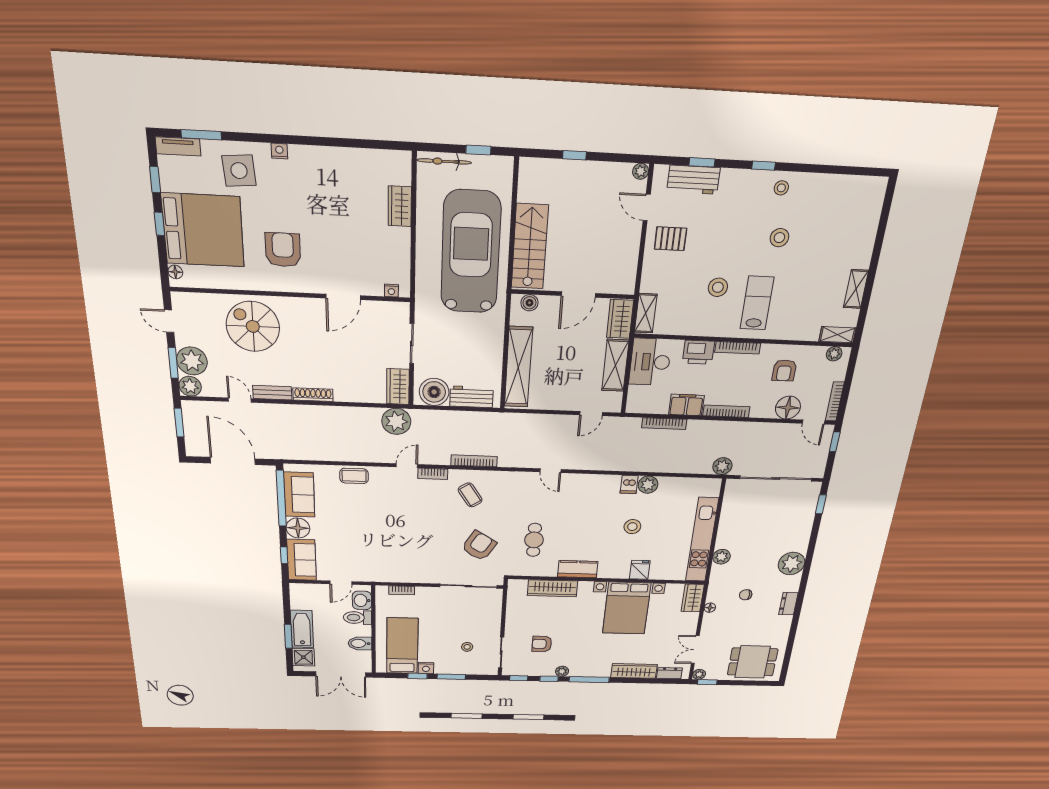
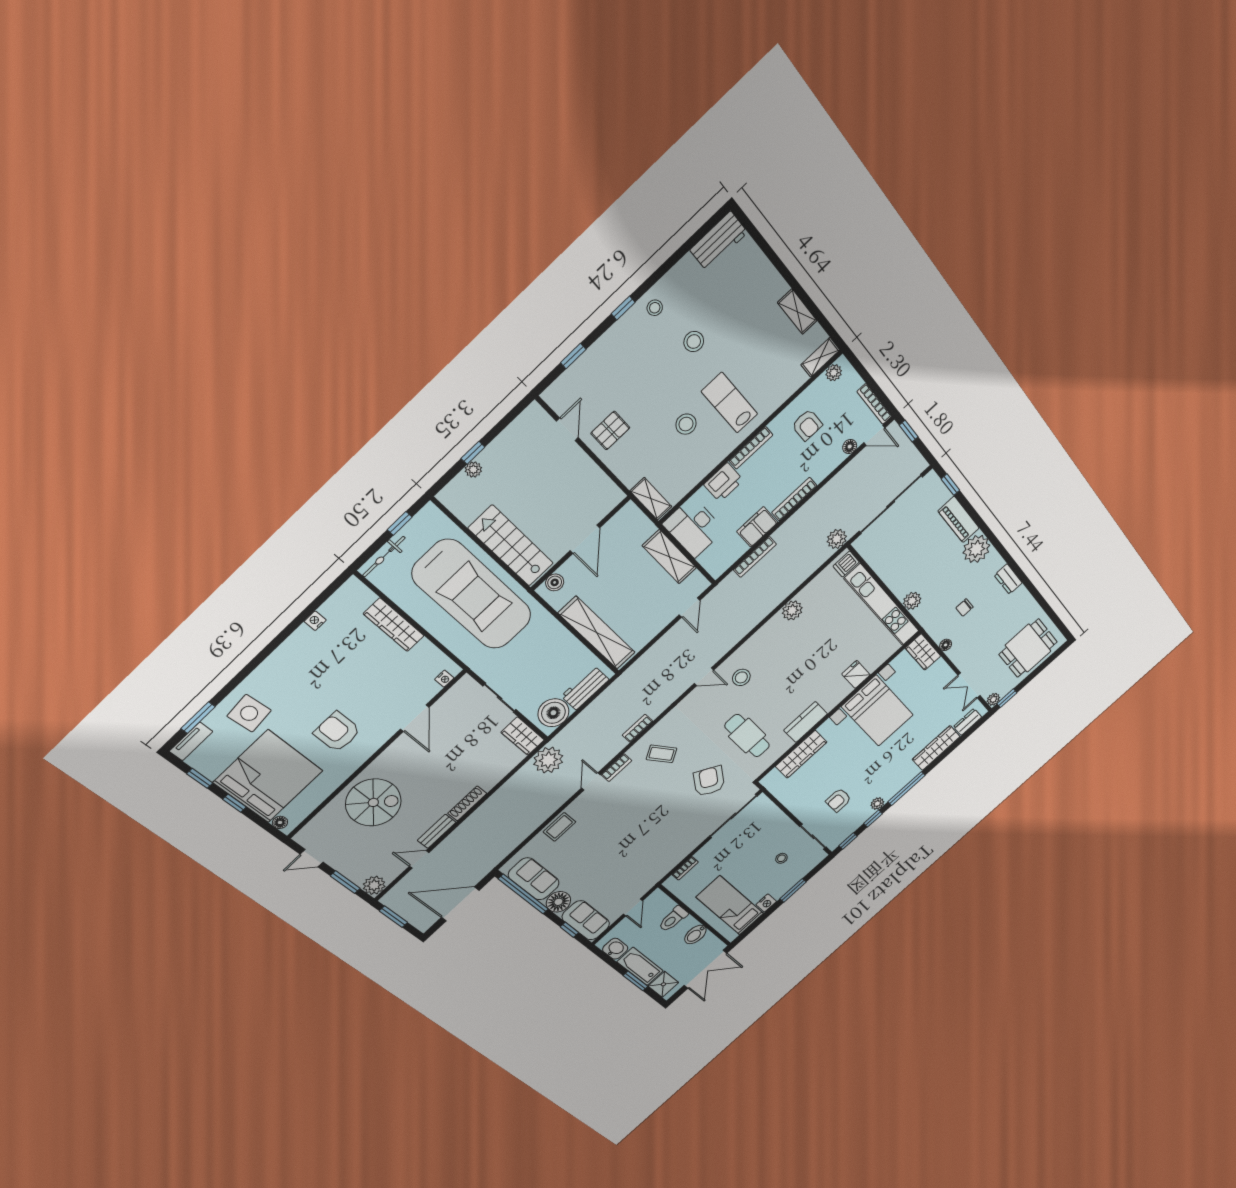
nightstand: (279, 151) -> (315, 621), moved
plant: (641, 171) -> (473, 470), moved
workbench: (693, 180) -> (719, 241), moved
wardrobe: (400, 206) -> (394, 625), width x1.50
door: (647, 207) -> (567, 429), swing flipped
car: (471, 252) -> (472, 595), turned 180
wardrobe: (620, 319) -> (636, 523), removed
spiral stairs: (253, 326) -> (373, 802), turned 180
plant: (192, 361) -> (357, 868), removed
floor lamp: (788, 408) -> (850, 447), width x0.53, depth x0.53
bookcase: (474, 461) -> (637, 728), width x0.64
dishwasher: (629, 484) -> (846, 564), moved, turned 90
stool: (632, 527) -> (741, 677), moved
piano: (802, 533) -> (959, 519), added
cafe table: (534, 540) -> (747, 736), width x1.37, depth x1.35
washbasin: (362, 600) -> (615, 949), moved, turned 180
window: (417, 676) -> (766, 915), removed

